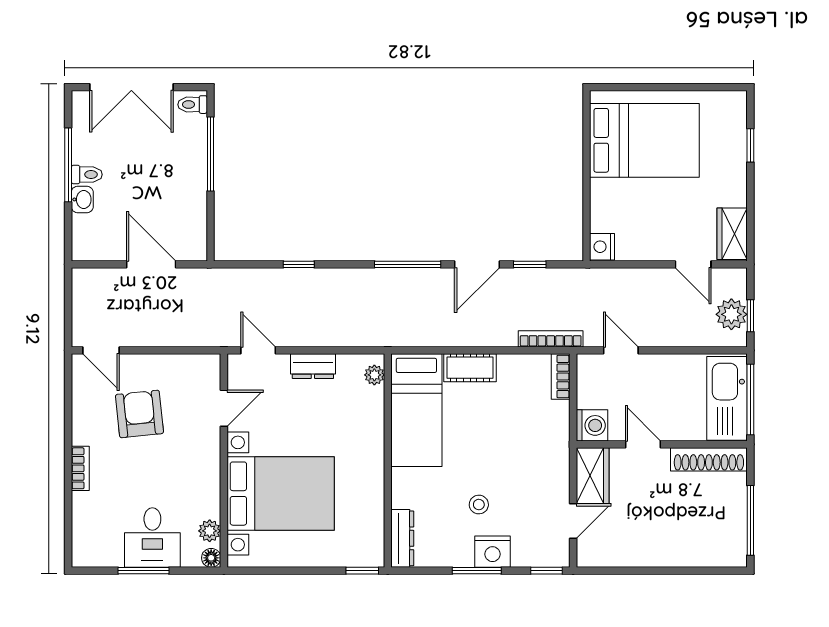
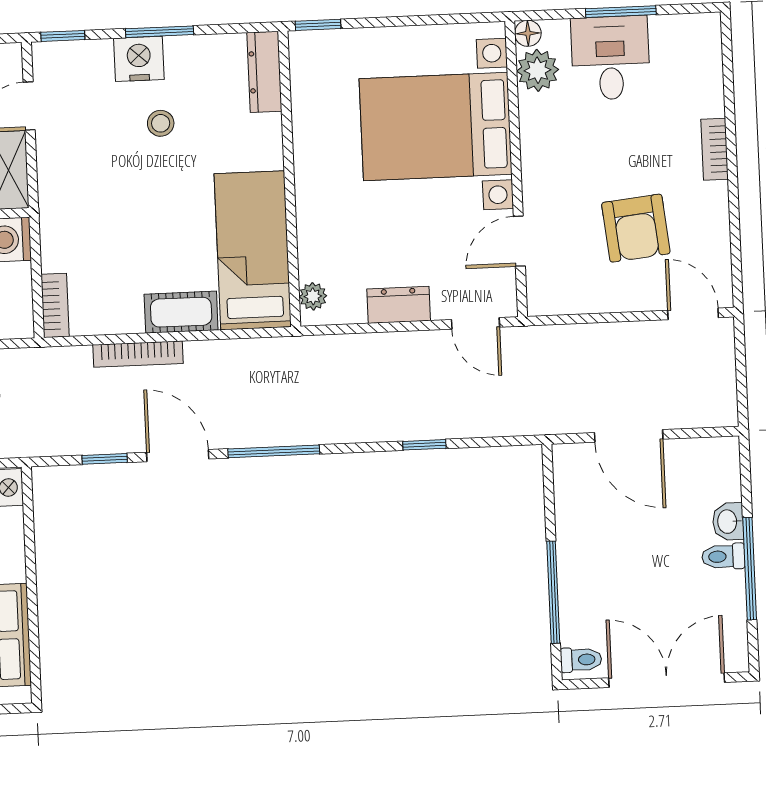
door: (477, 264) -> (178, 456), hinge flipped
bookcase: (551, 339) -> (138, 354), moved
plant: (210, 531) -> (538, 70), width x1.38, depth x1.38

